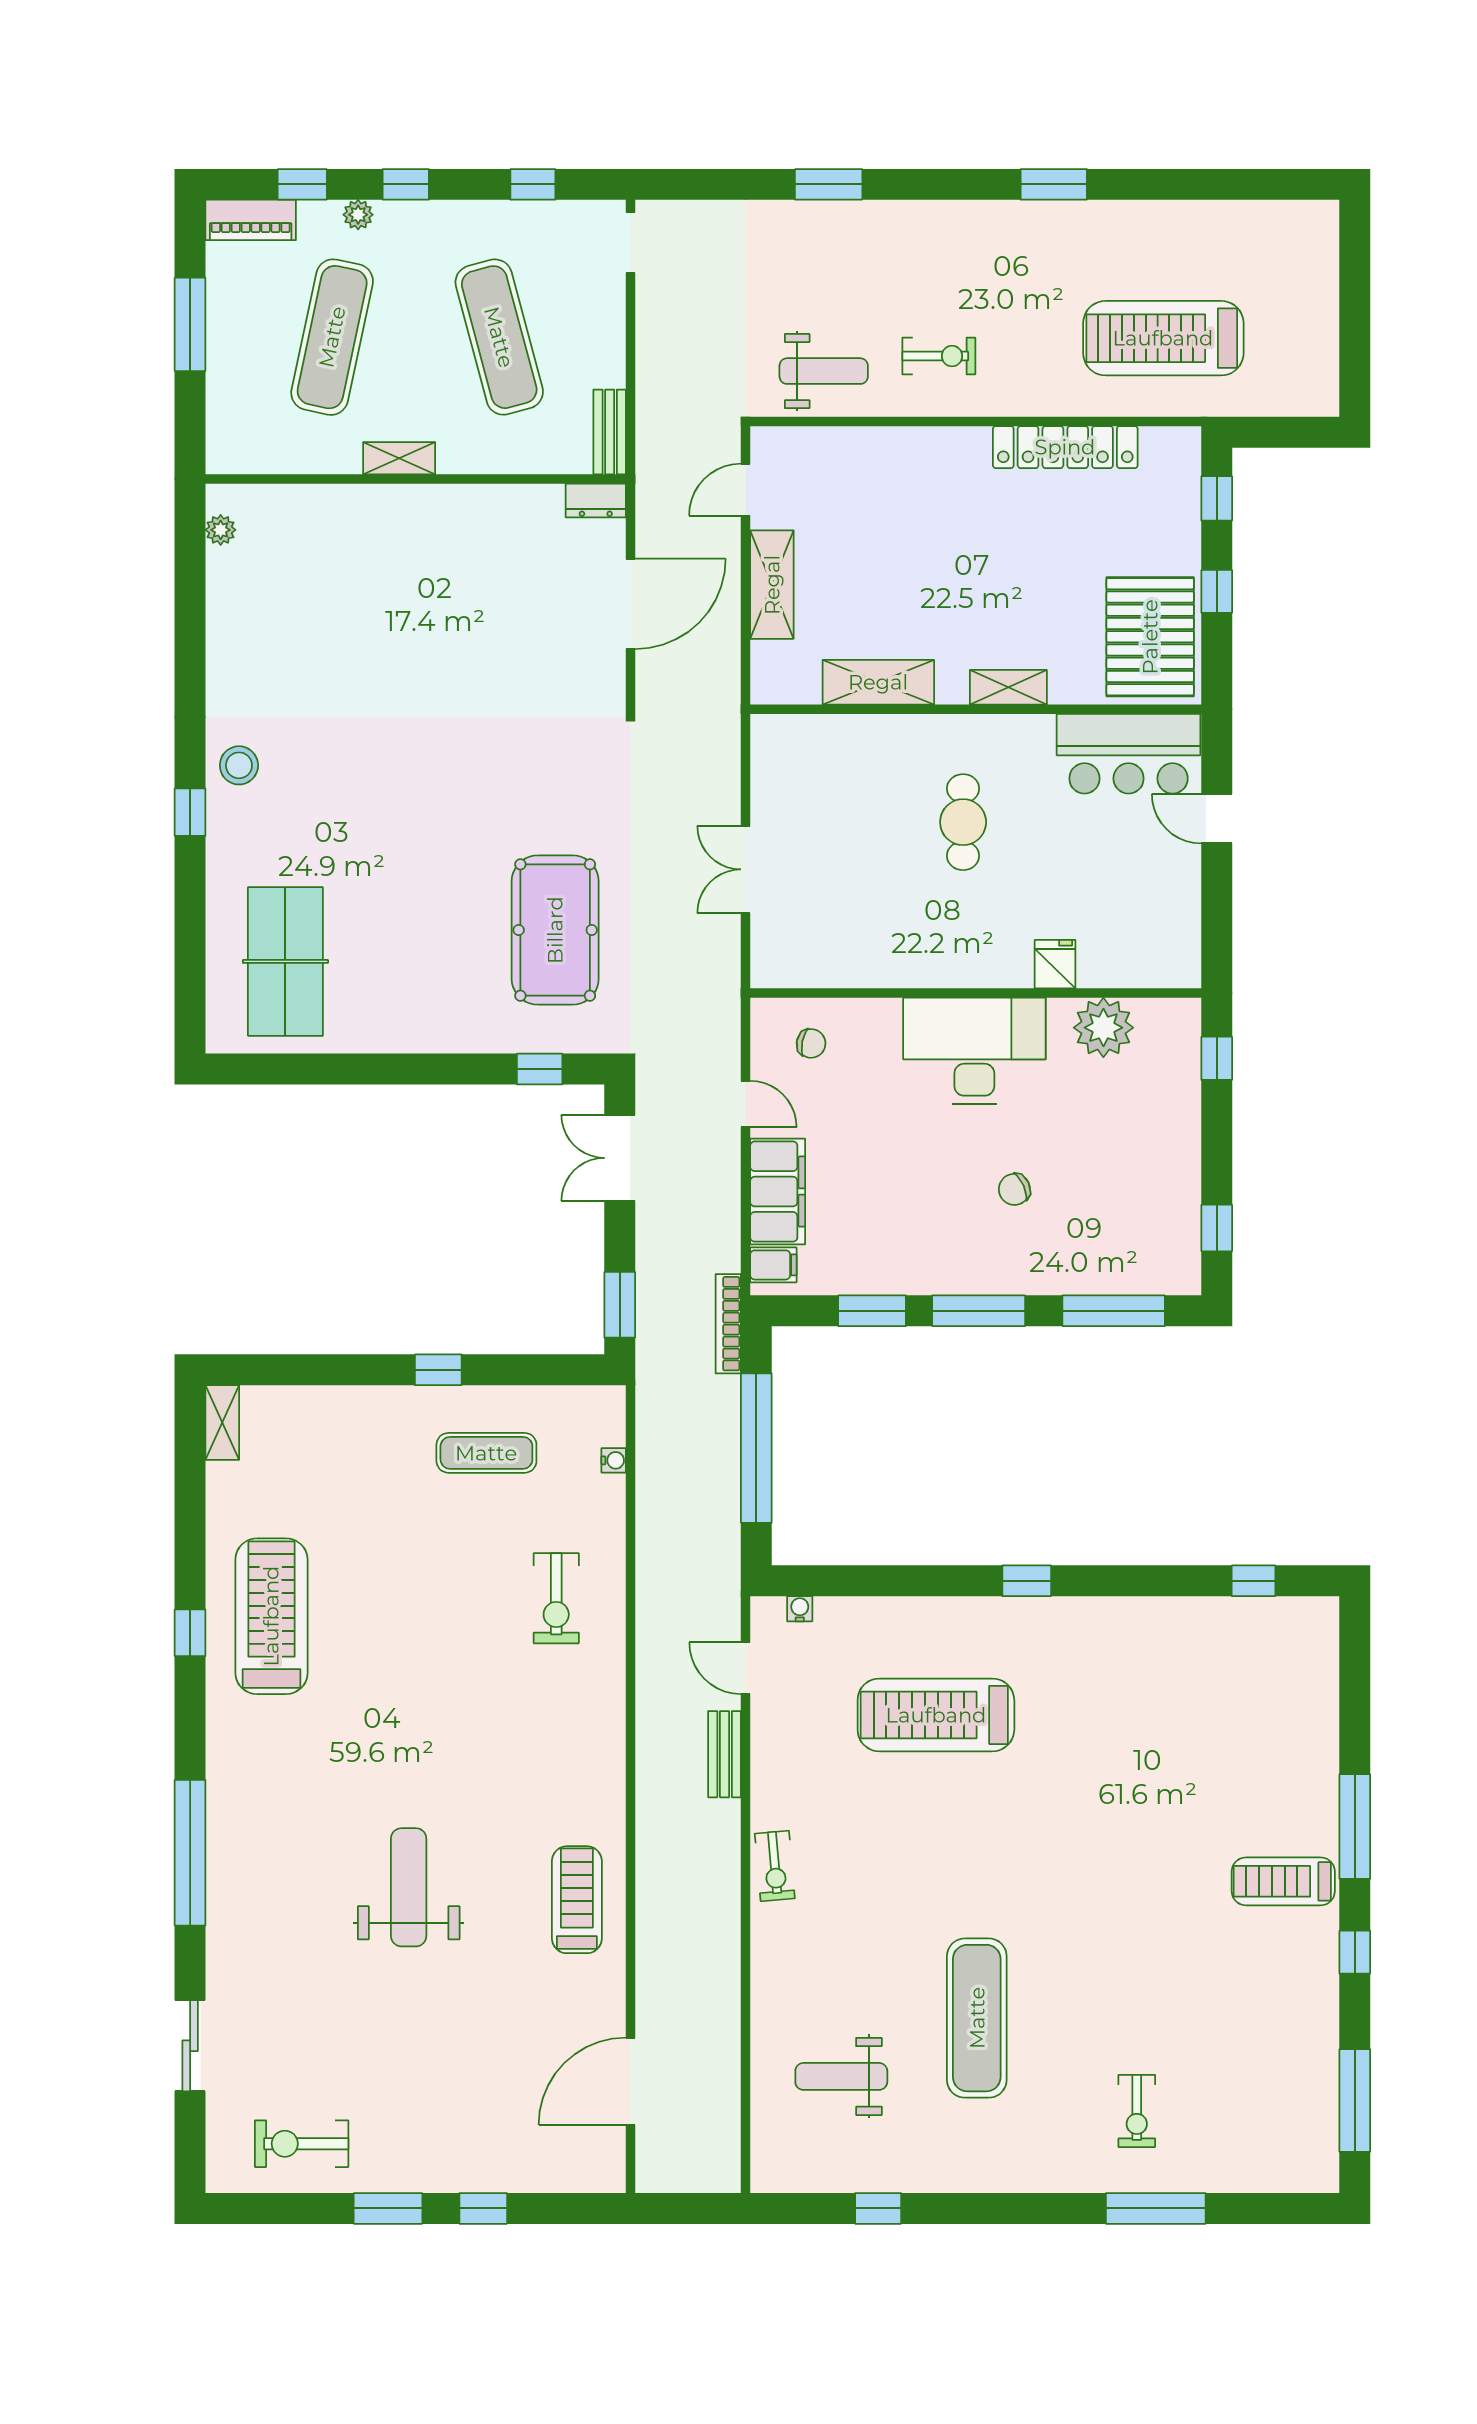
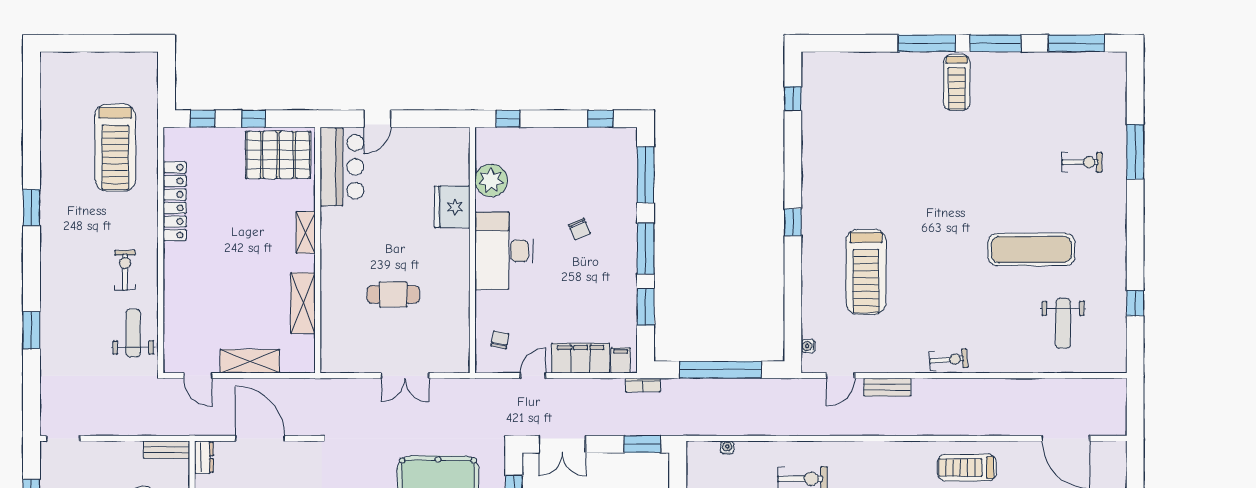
cafe table: (963, 822) -> (393, 294), moved
fridge: (1055, 964) -> (452, 207), width x1.88, depth x1.34
bookcase: (728, 1324) -> (643, 385), width x0.64
window: (1355, 1952) -> (995, 43), width x2.17

